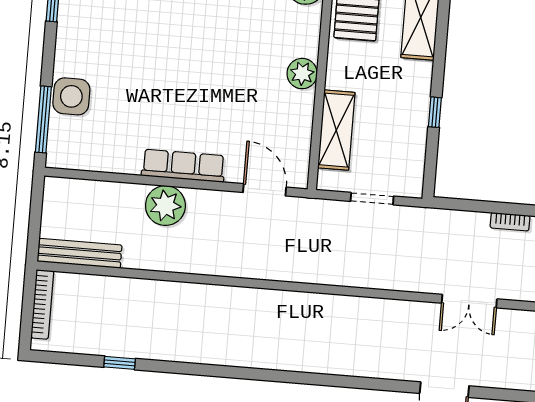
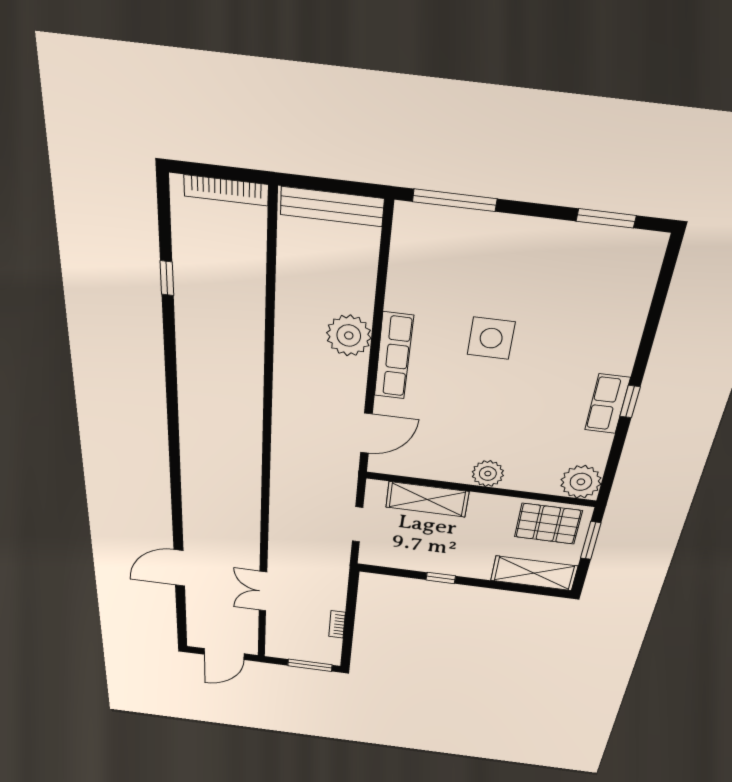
side table: (71, 96) -> (491, 338), moved
bench: (80, 253) -> (332, 207), moved, turned 90

